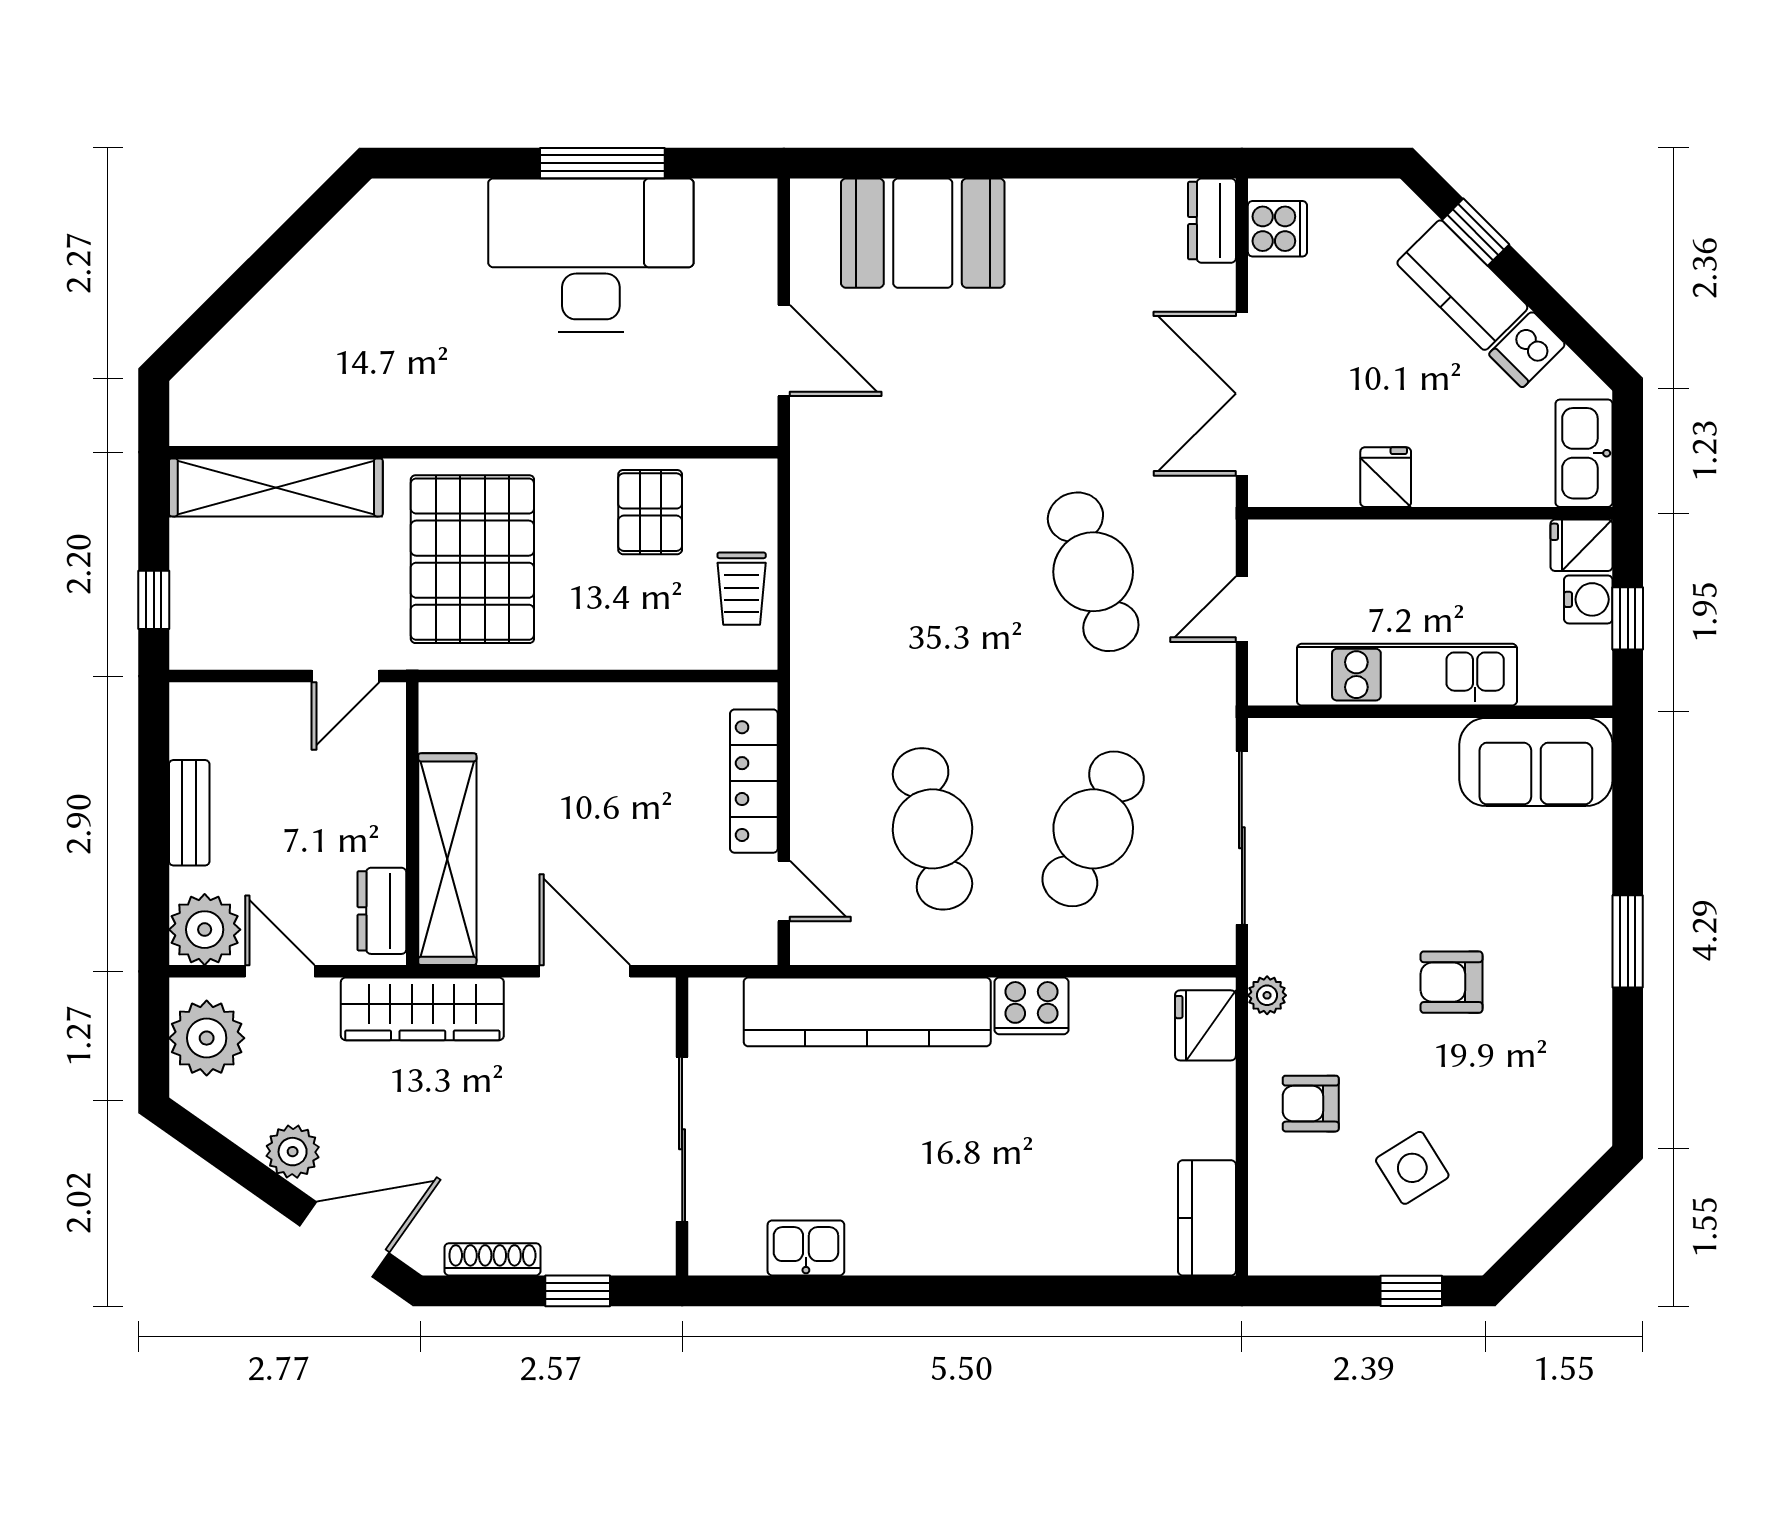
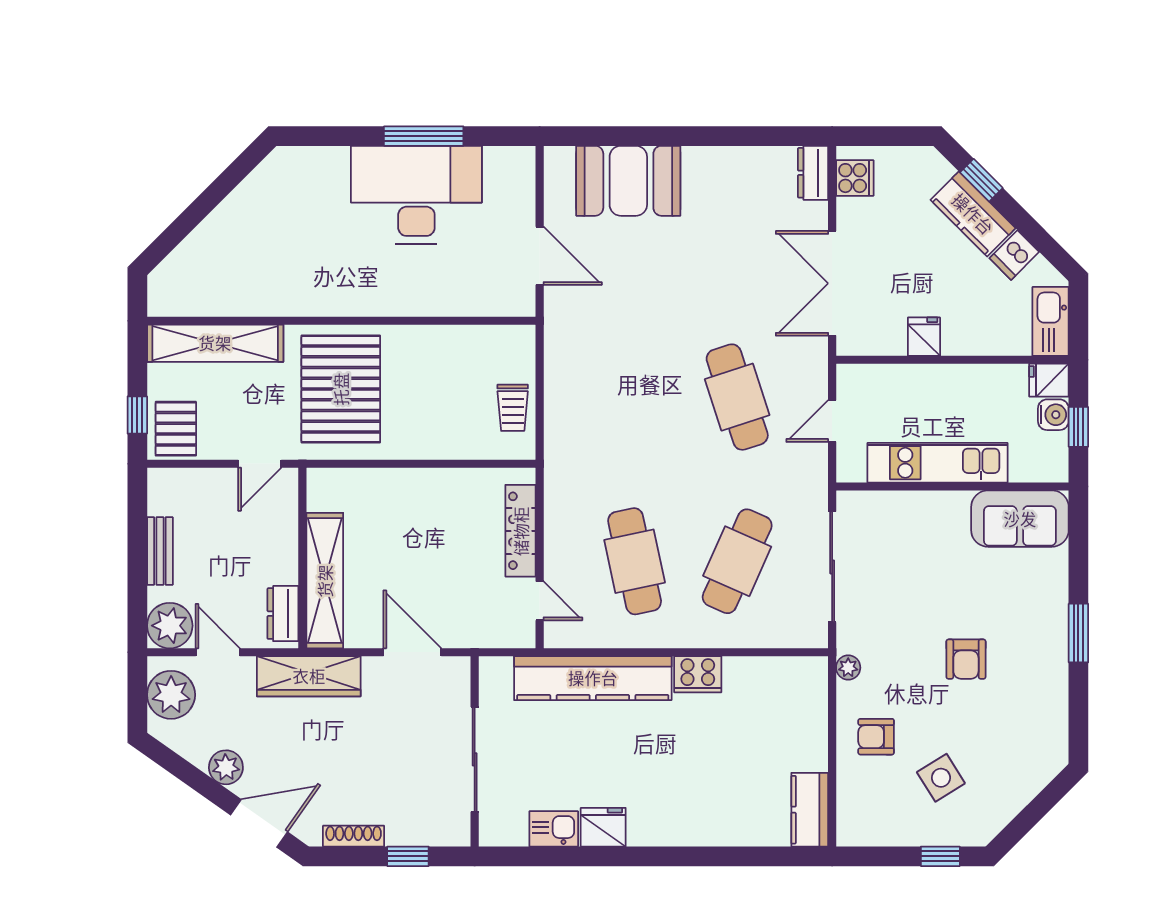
pallet: (650, 512) -> (176, 429), moved
armchair: (1452, 982) -> (966, 659), turned -90
fridge: (1205, 1025) -> (603, 827), moved, turned 90

